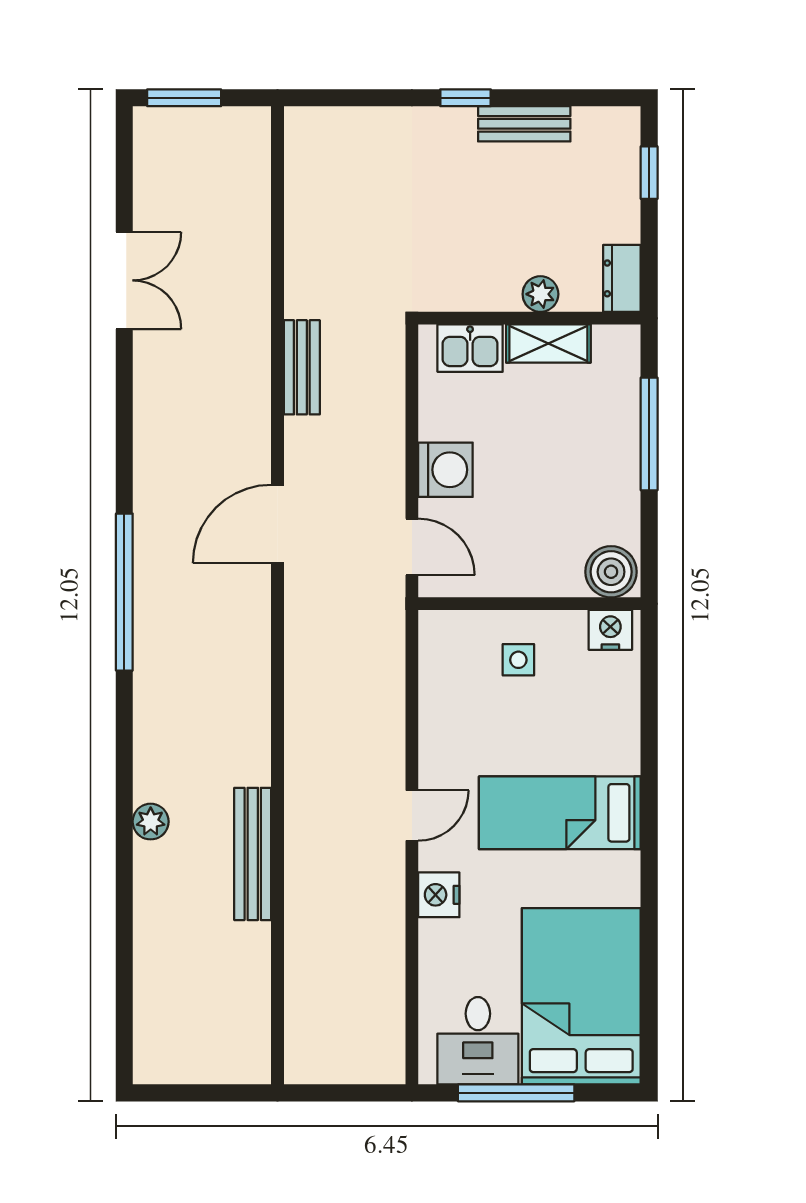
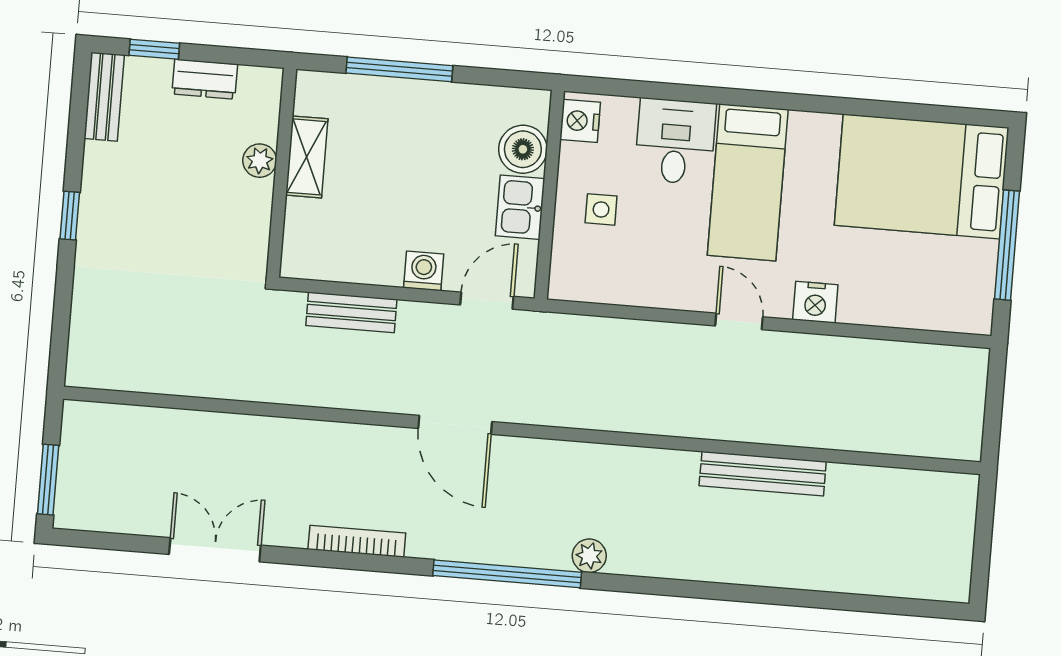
bench: (524, 124) -> (104, 97), moved
dresser: (622, 278) -> (205, 79), moved
kitchen sink: (470, 348) -> (520, 207), moved, turned 180
bench: (302, 367) -> (351, 312), moved
bookcase: (146, 430) -> (357, 541), added
washing machine: (445, 470) -> (424, 271), width x0.73, depth x0.73
boiler: (611, 572) -> (523, 149), moved
plant: (151, 822) -> (589, 556), moved
desk: (478, 1041) -> (675, 141), moved, turned -90

